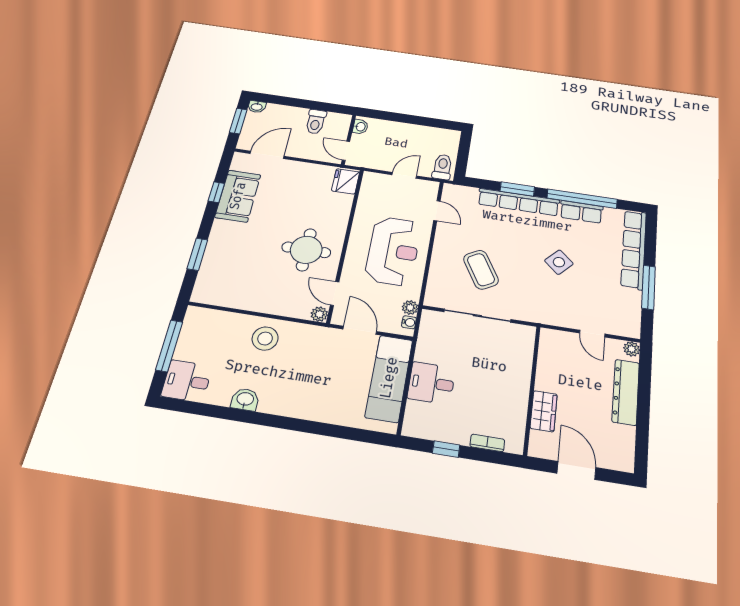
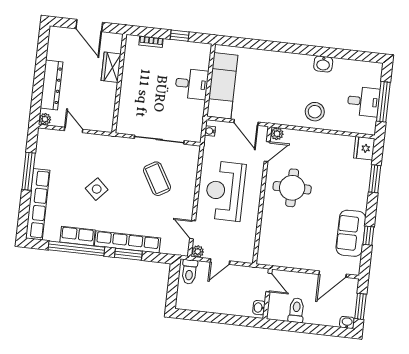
fridge: (346, 181) -> (364, 148), moved, turned 180
door: (335, 294) -> (267, 152), hinge flipped
plant: (410, 308) -> (198, 251), moved
desk: (187, 381) -> (363, 101), moved

